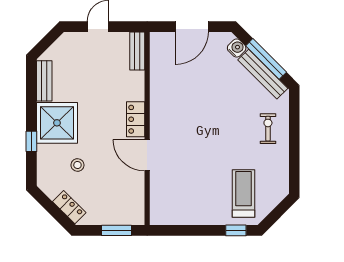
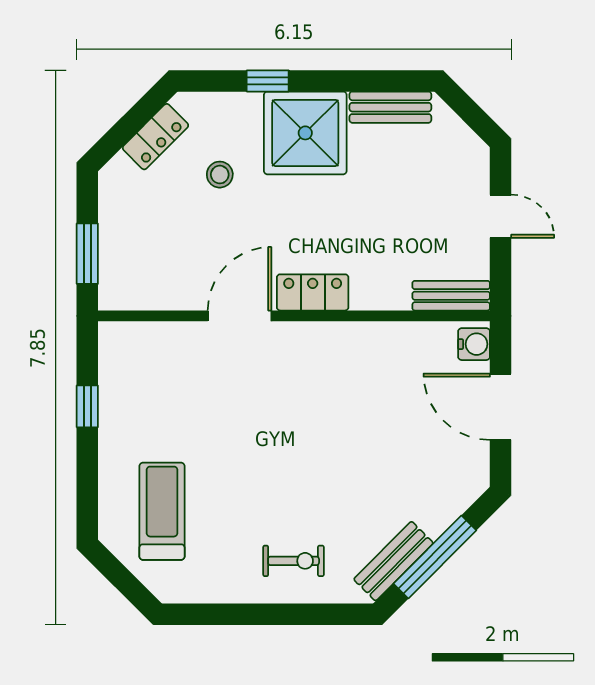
water cooler: (237, 48) -> (474, 344), moved, turned -45
bench: (263, 74) -> (393, 561), width x0.73
treadmill: (243, 193) -> (162, 511), turned -90
locker: (69, 207) -> (155, 137), moved
window: (236, 230) -> (87, 406), moved

